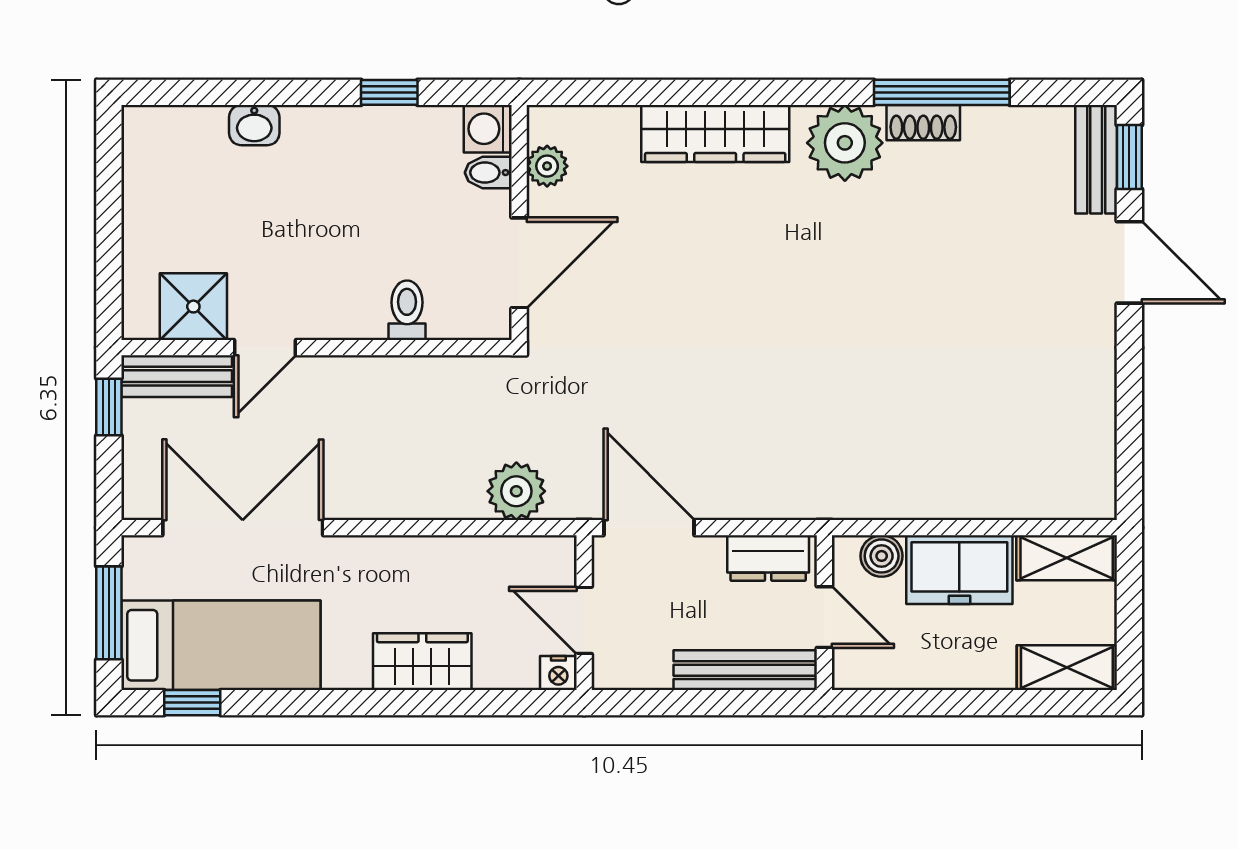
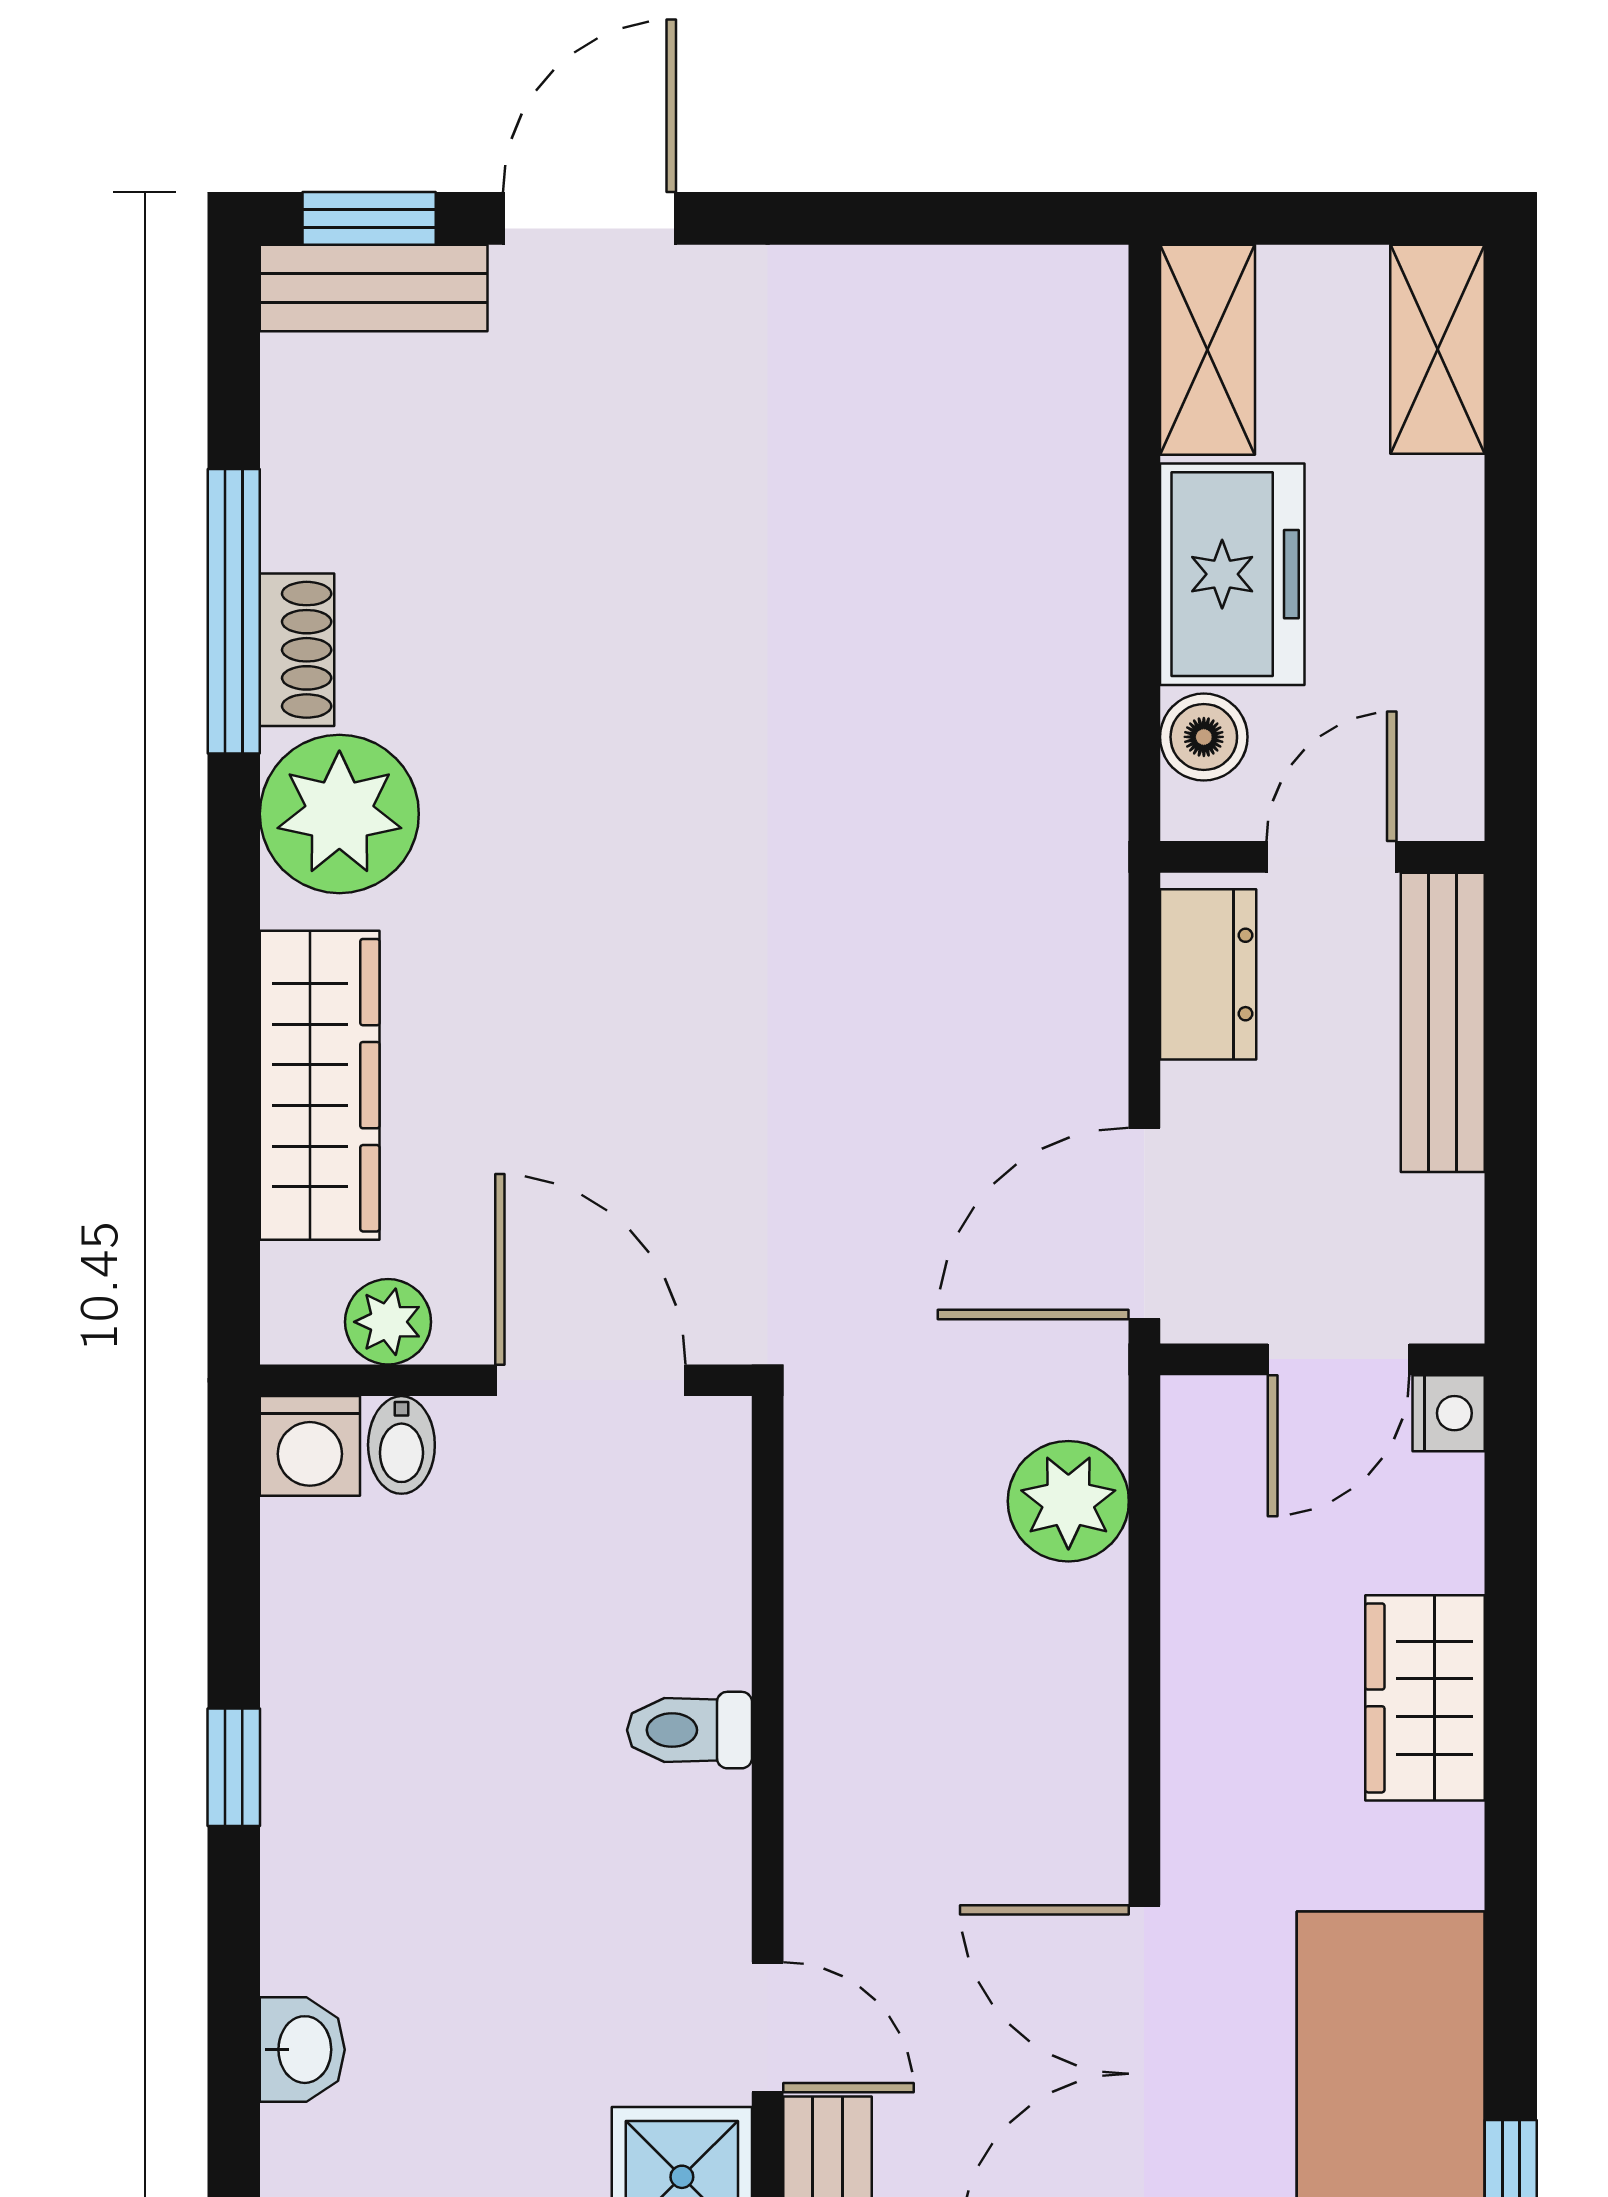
washing machine: (488, 129) -> (310, 1446), moved
plant: (547, 166) -> (388, 1322), moved
bidet: (488, 173) -> (401, 1445), moved
wall: (519, 222) -> (506, 1380), moved
door: (519, 263) -> (590, 1380), moved

